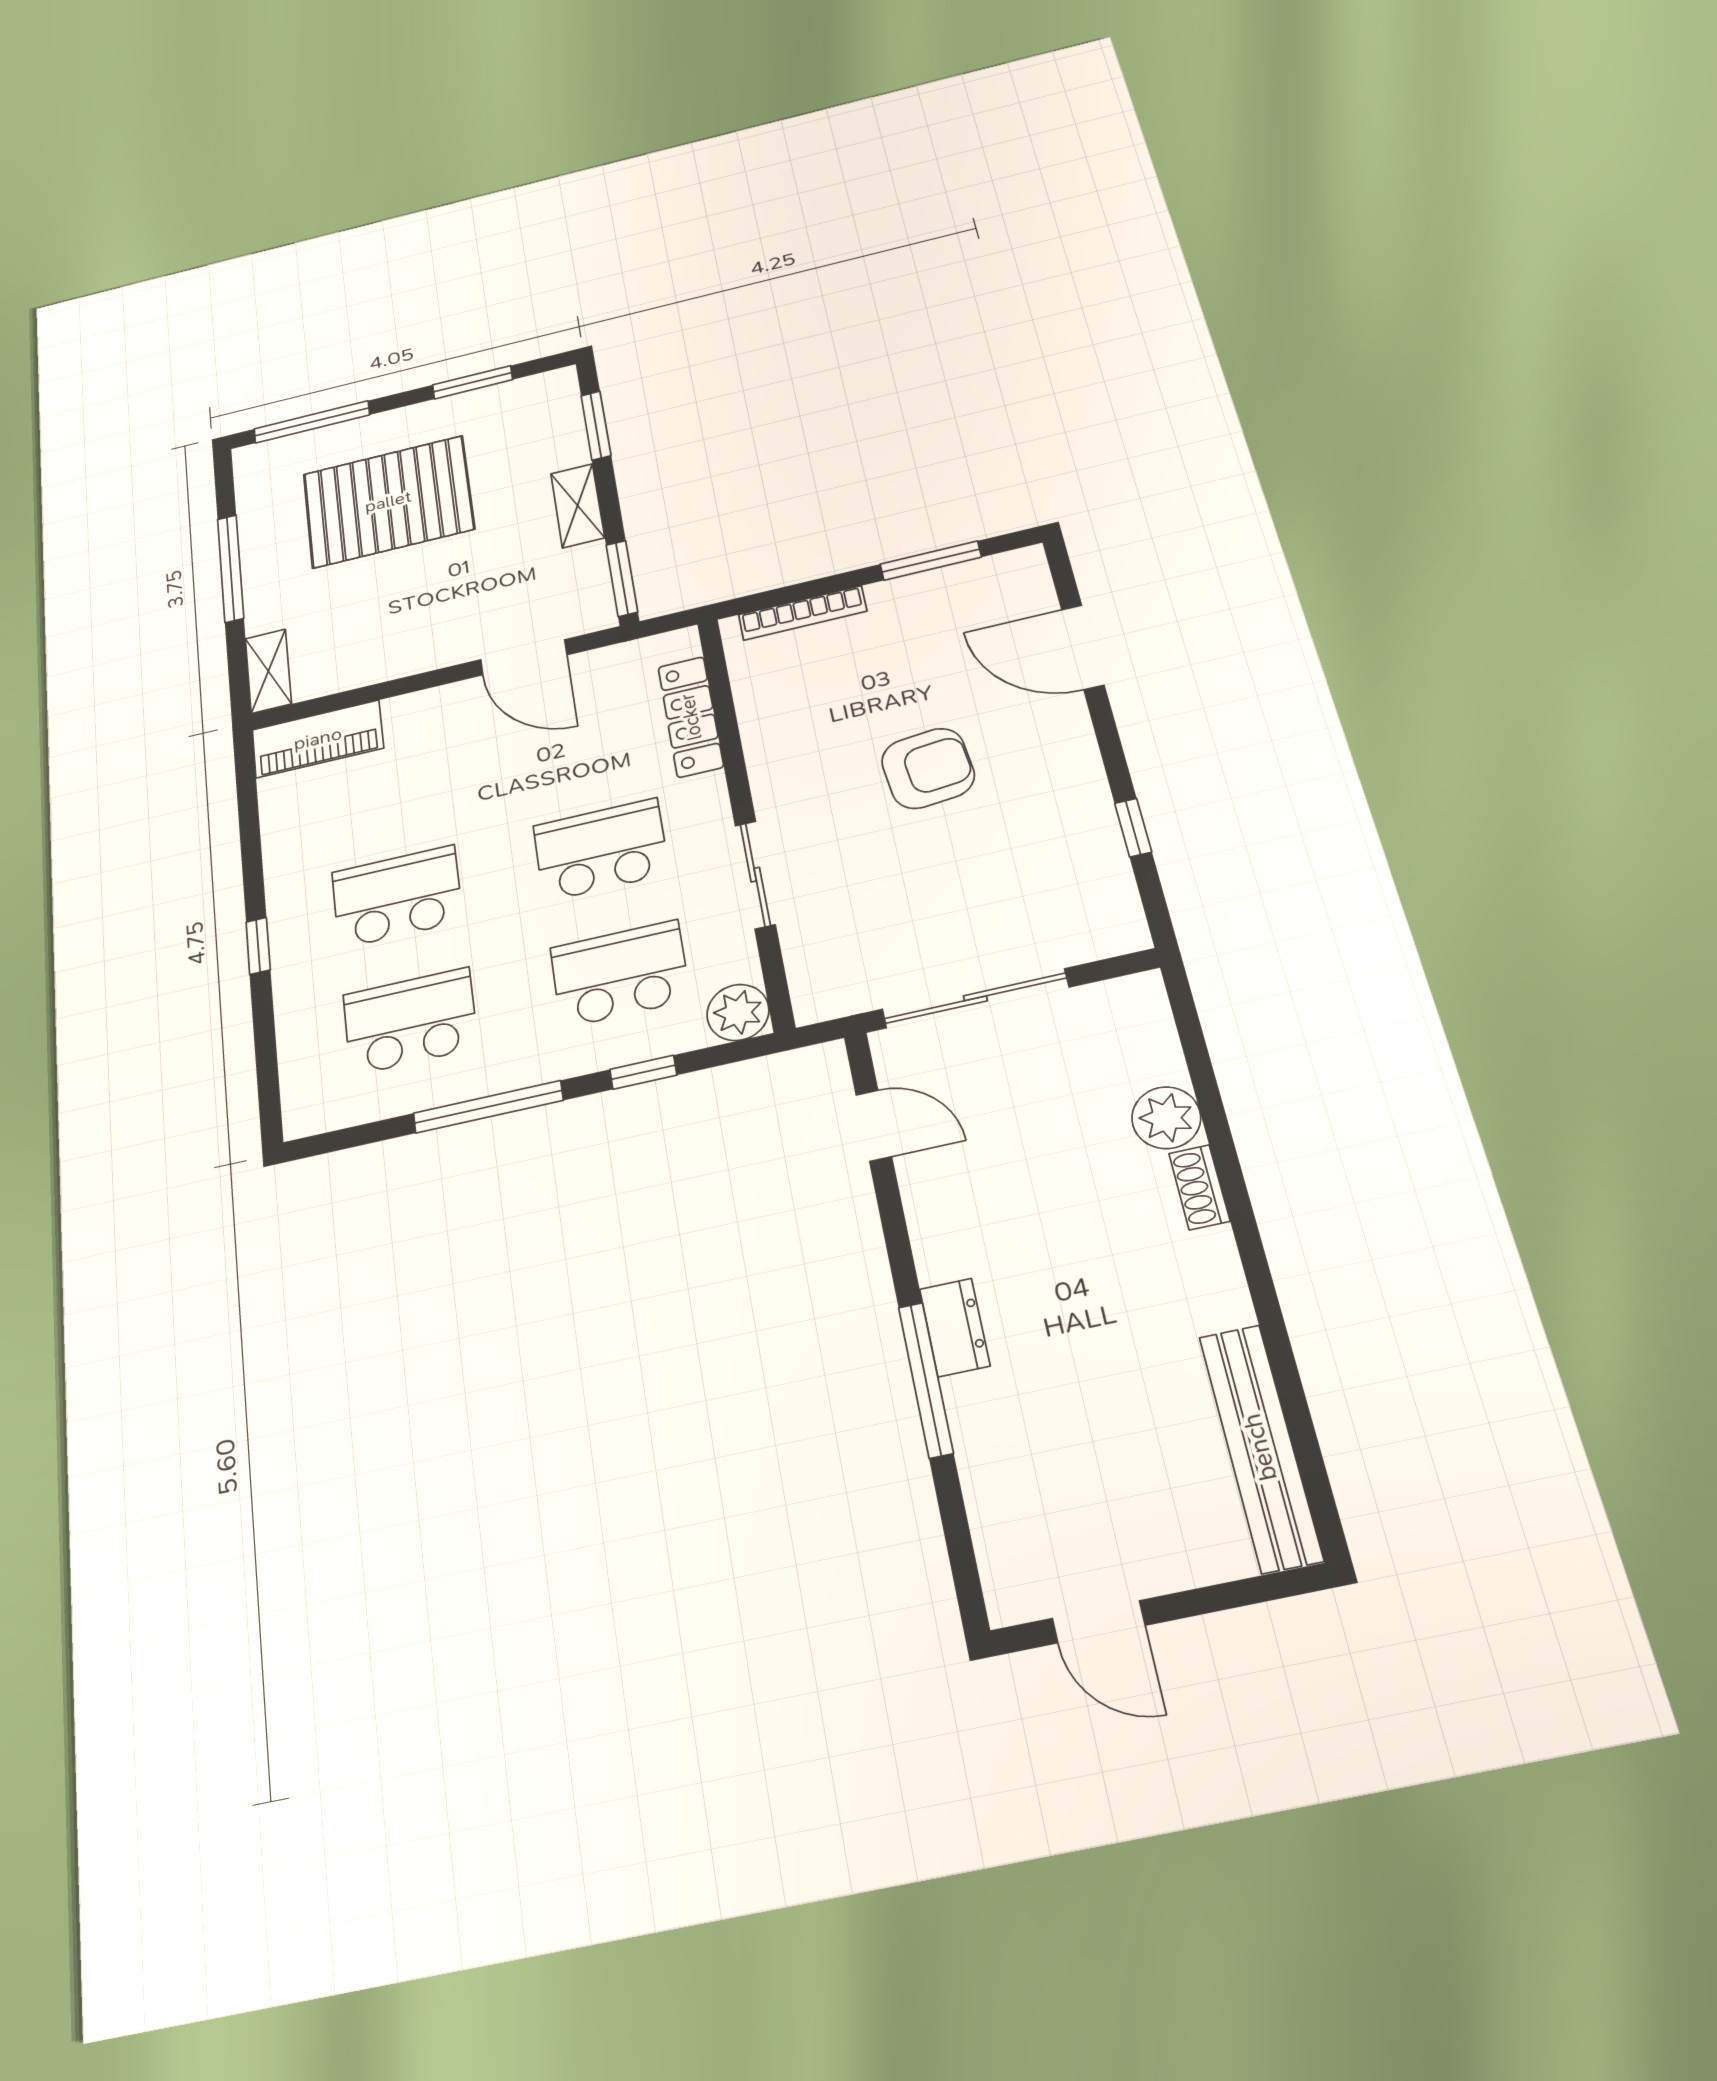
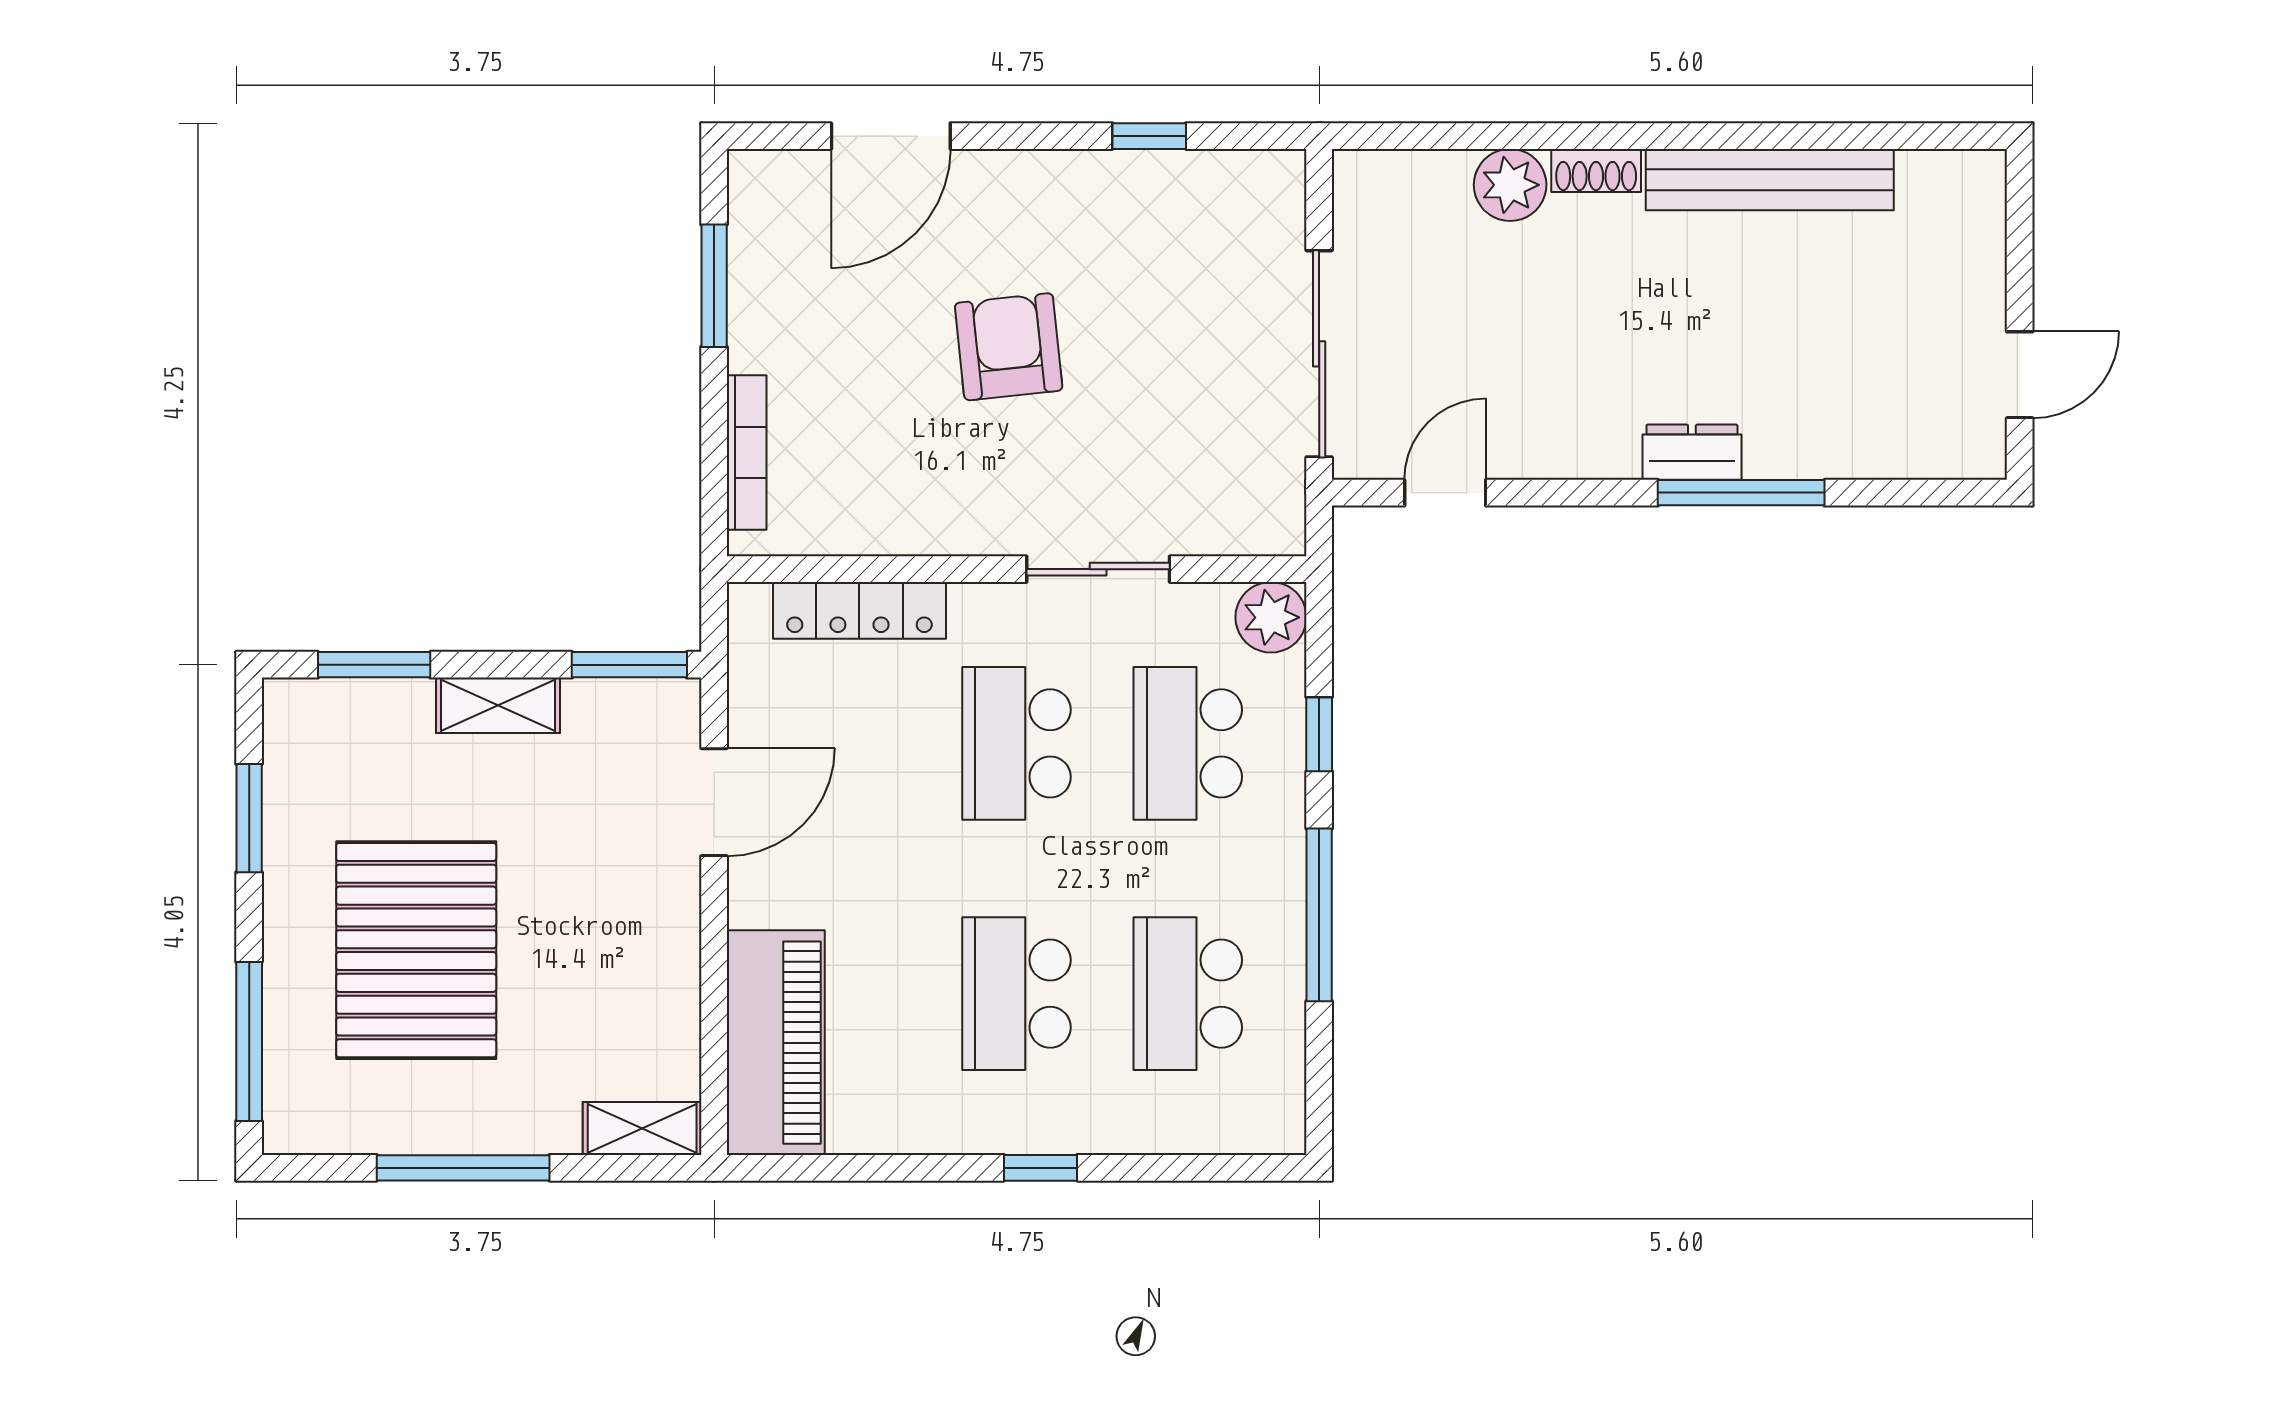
piano: (318, 739) -> (776, 1043), width x1.37, depth x1.33
bench: (1260, 1447) -> (1770, 180), moved

